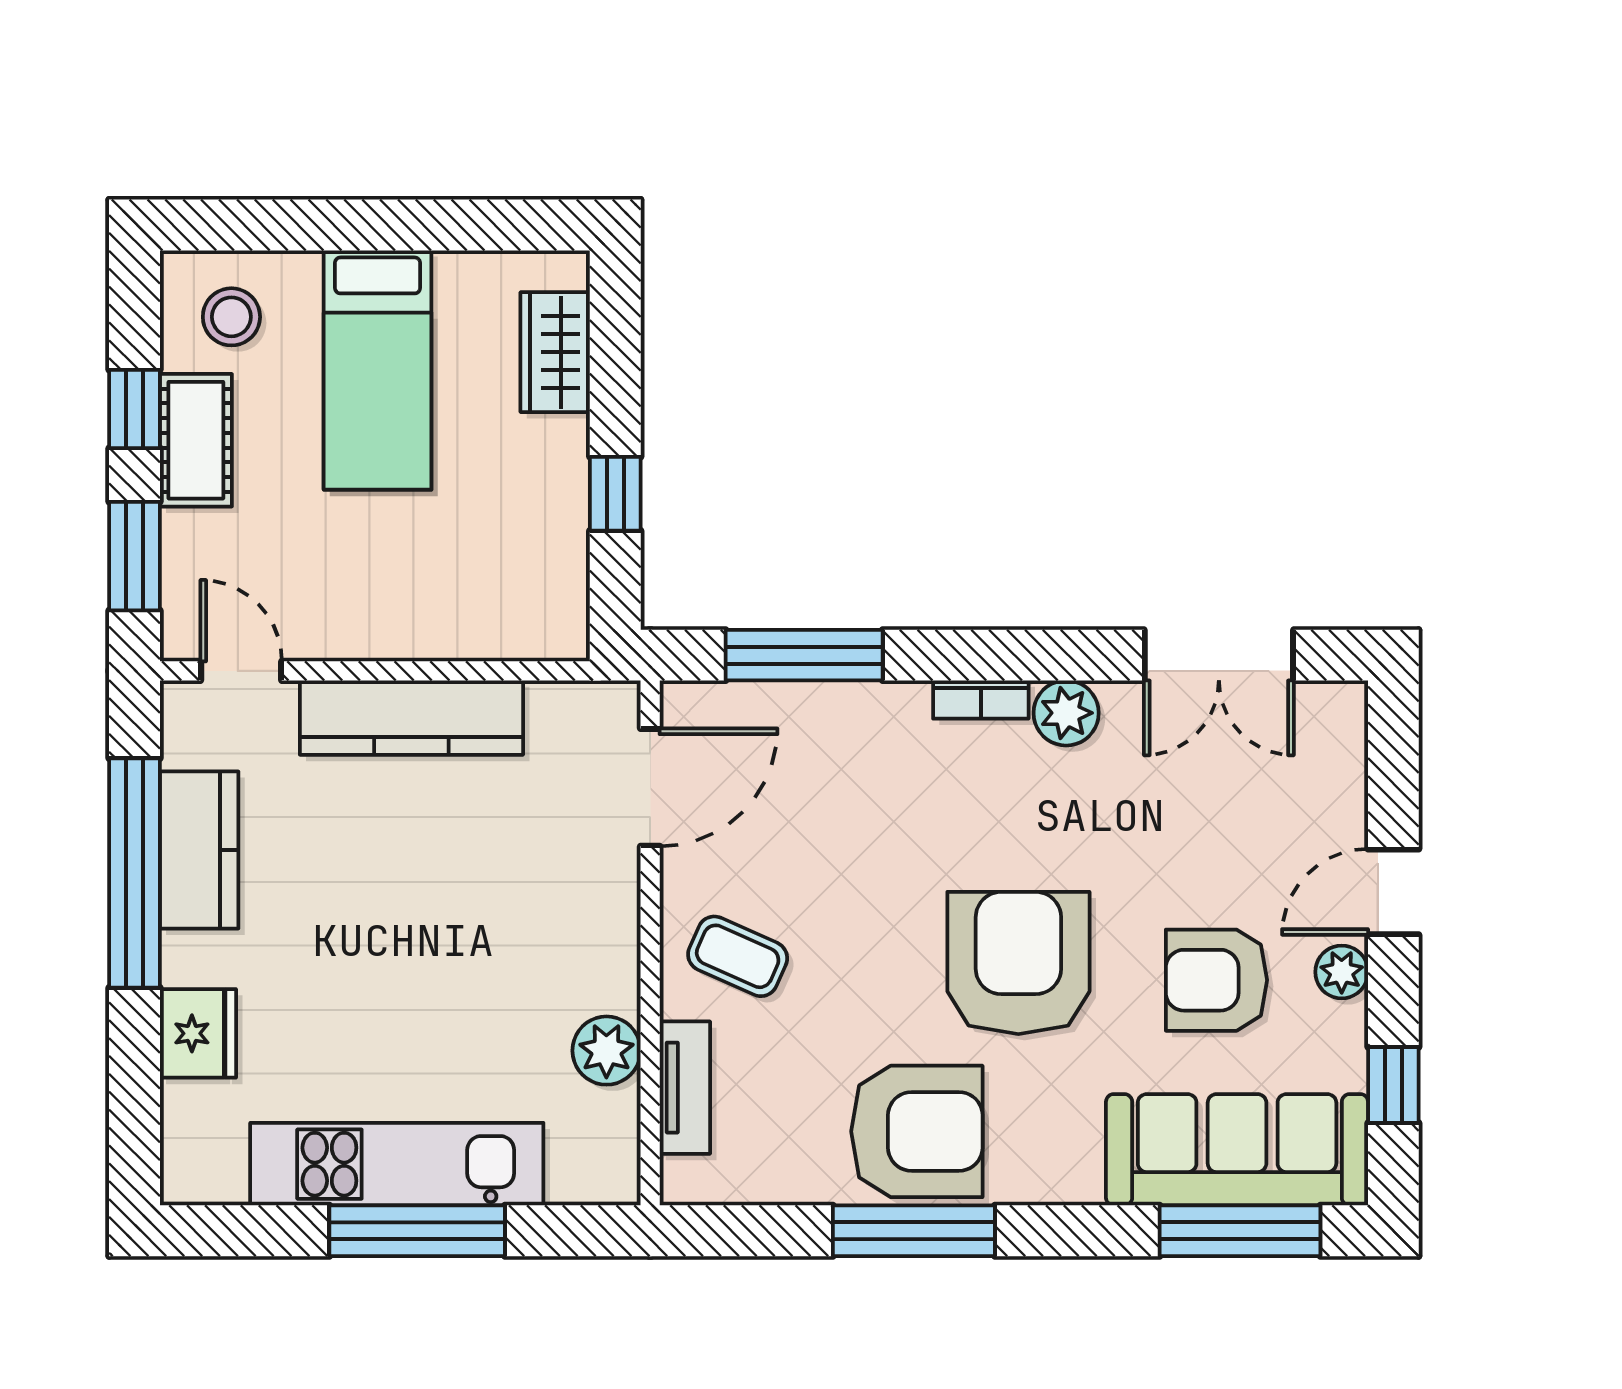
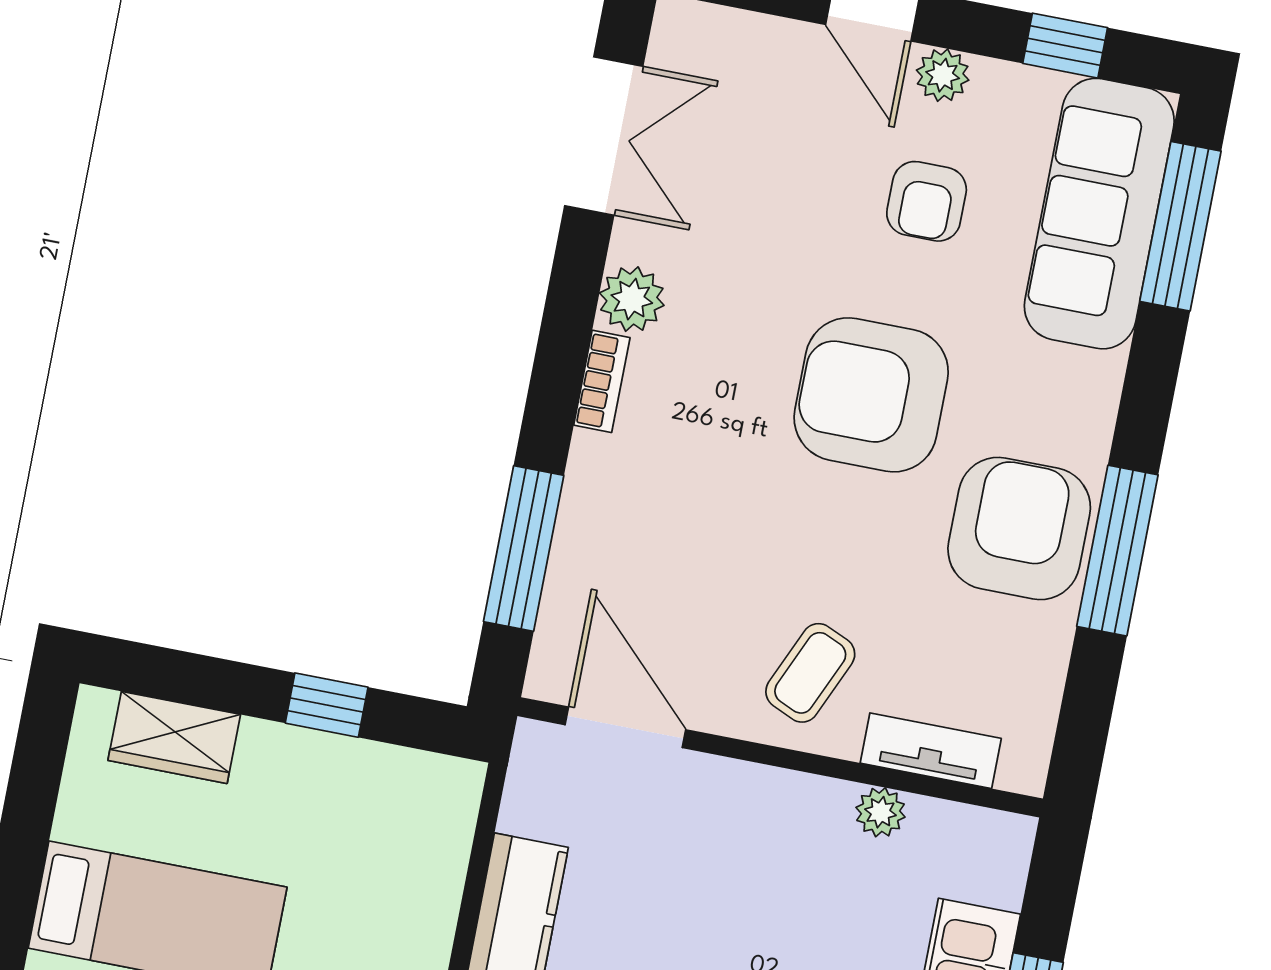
armchair: (1216, 980) -> (927, 201), width x0.72, depth x0.72
plant: (606, 1051) -> (881, 812), width x0.73, depth x0.73

